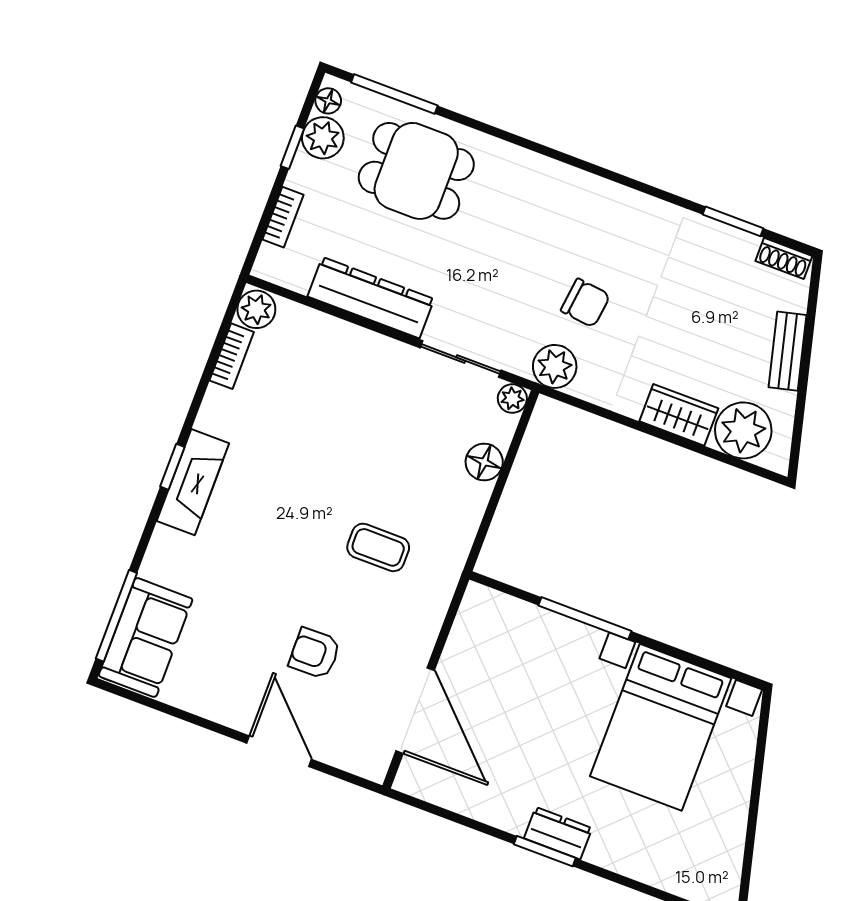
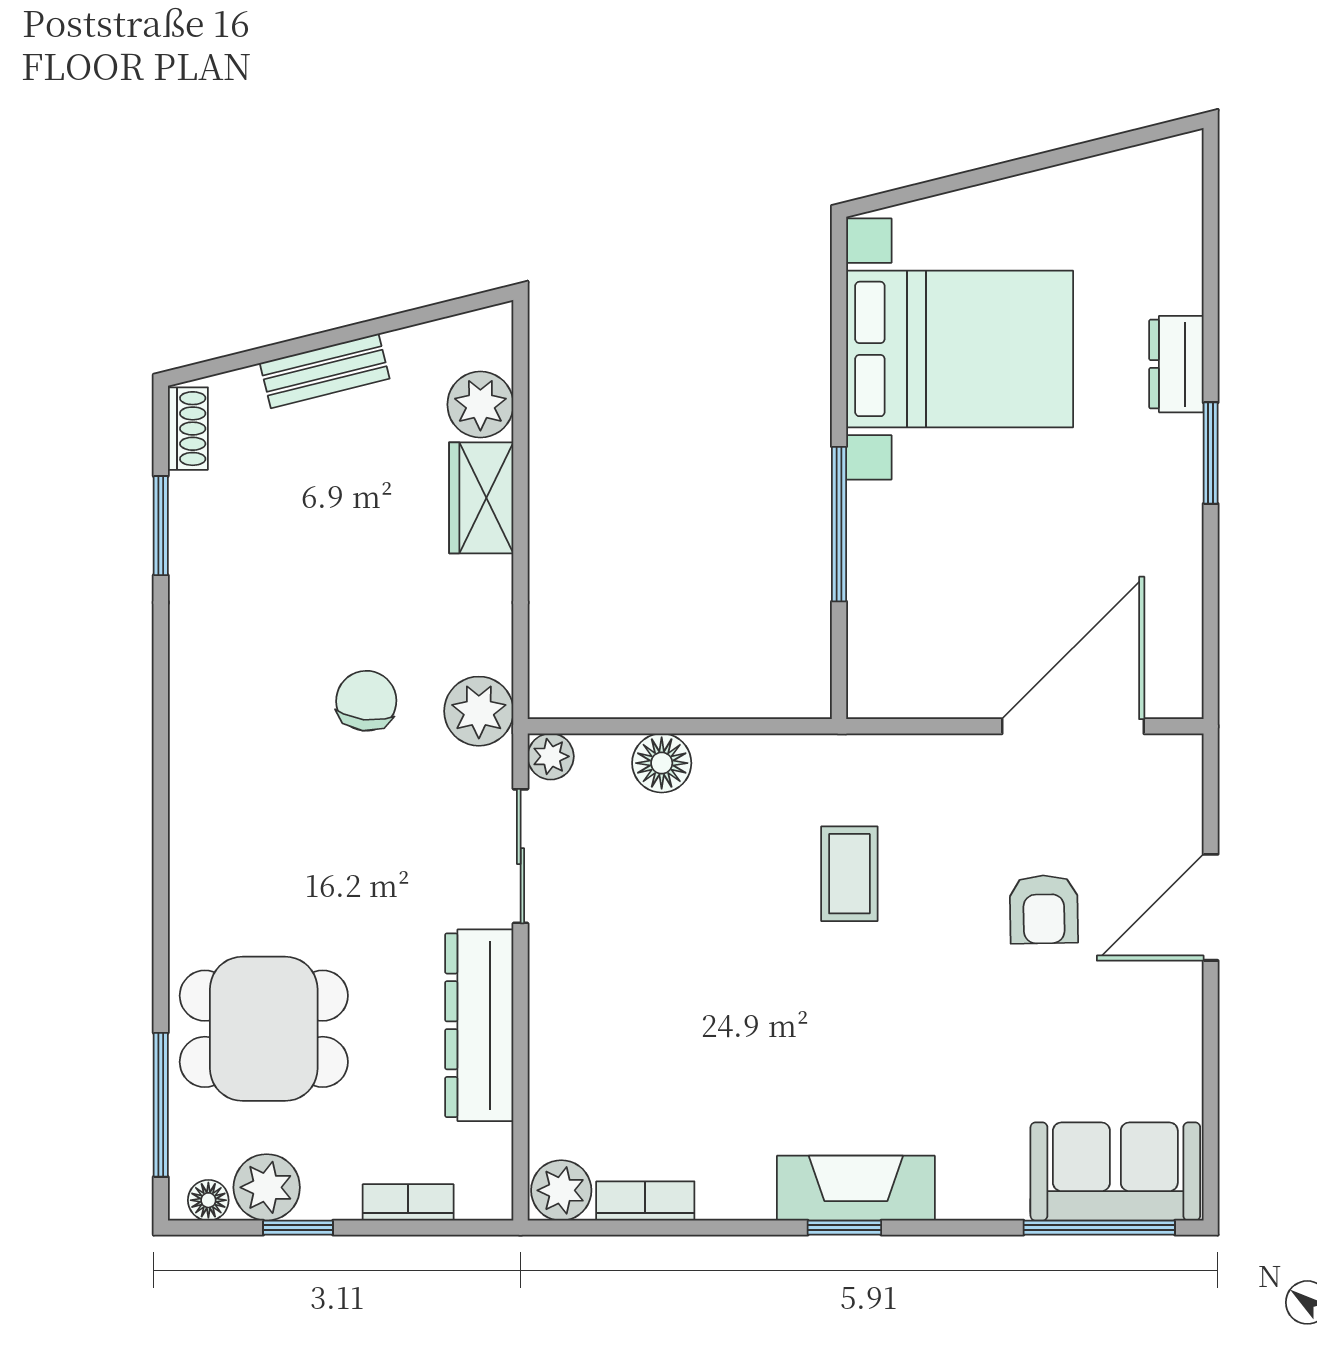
dining table: (416, 171) -> (264, 1029), turned 90
plant: (743, 430) -> (480, 405), width x0.73, depth x0.73
dresser: (558, 833) -> (1176, 364), moved

